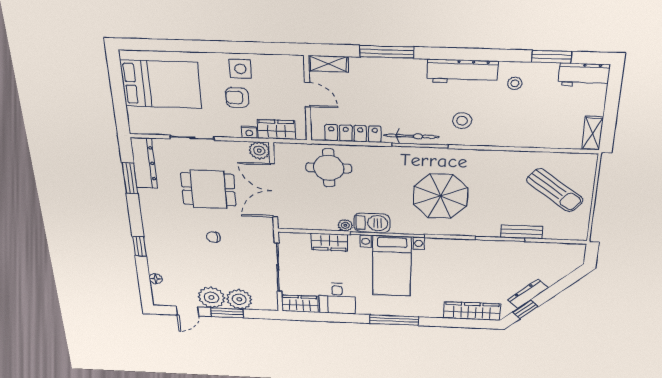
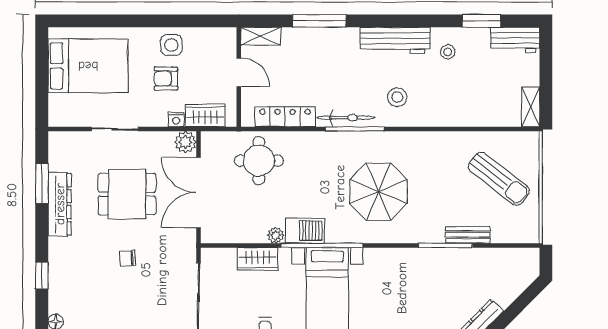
dresser: (144, 163) -> (60, 204), moved

